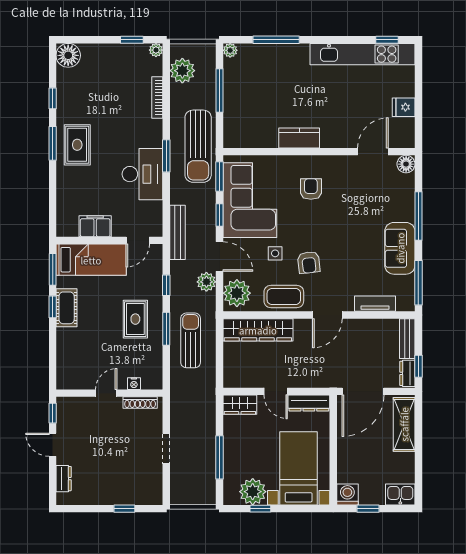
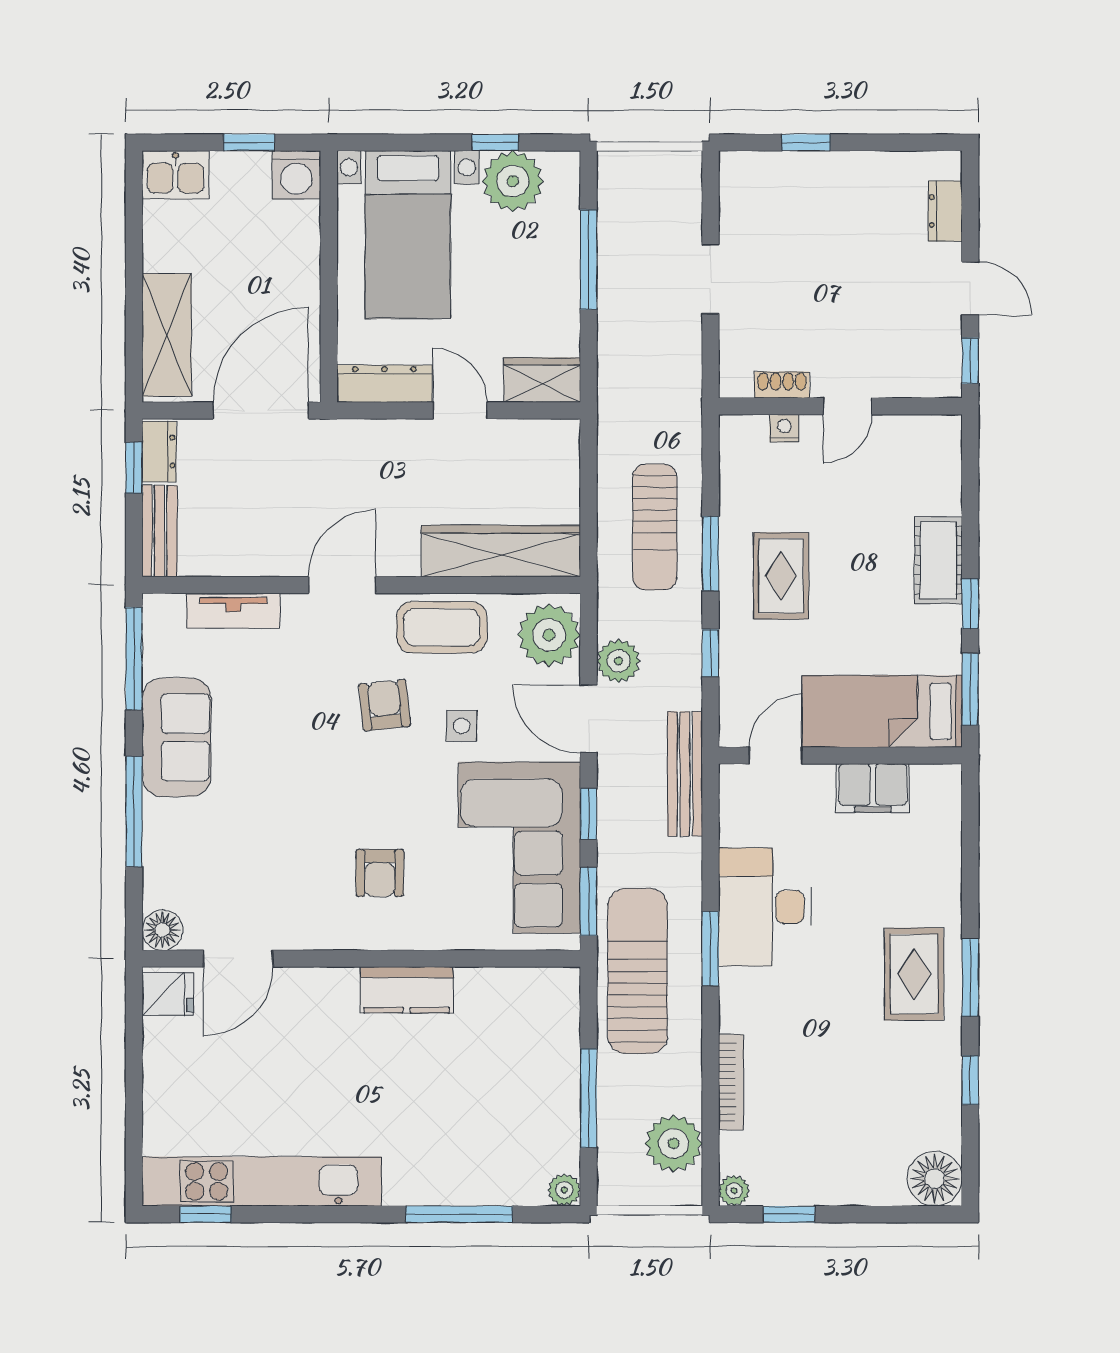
fridge: (404, 107) -> (168, 994), moved
cot: (67, 308) -> (938, 560), moved
shoe rack: (140, 403) -> (782, 385), width x0.70

